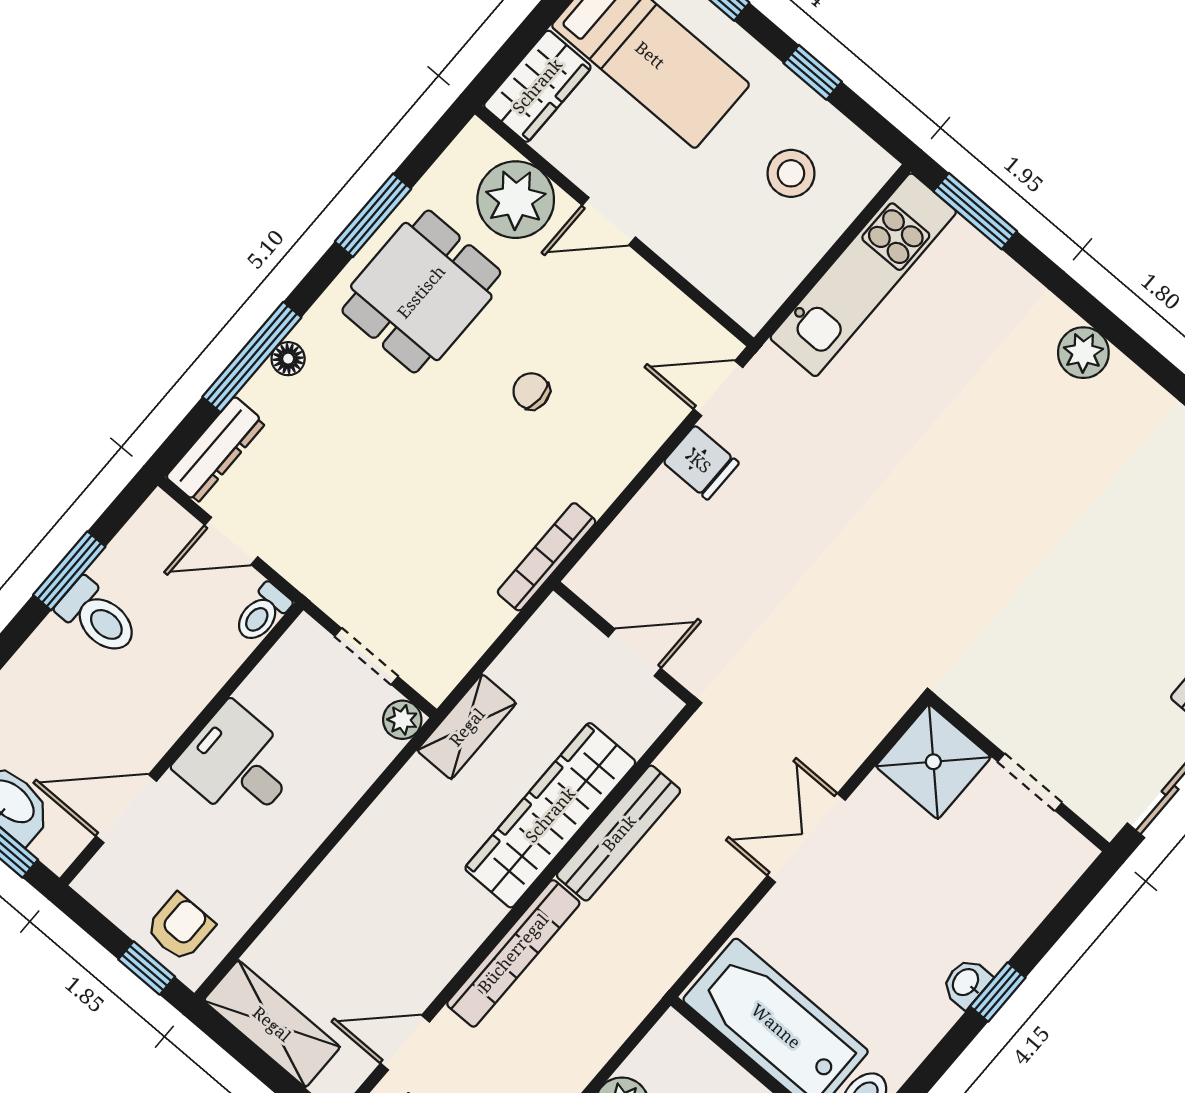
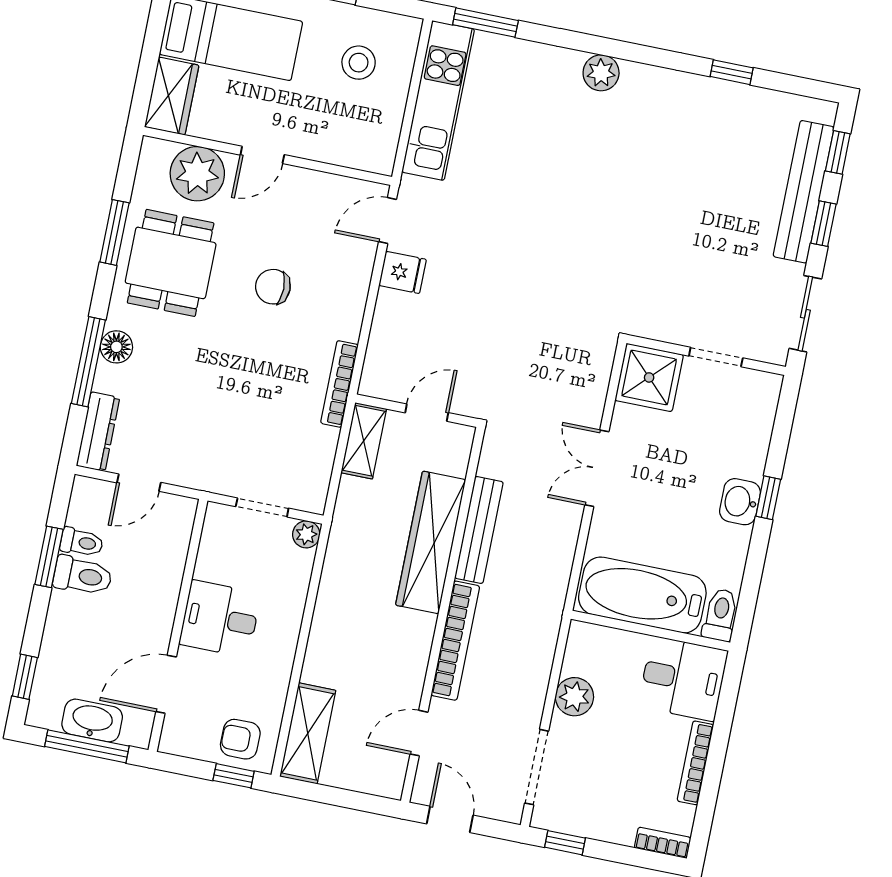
floor lamp: (288, 359) -> (116, 347), width x1.37, depth x1.37
chair: (531, 391) -> (273, 287), width x1.37, depth x1.37
toilet: (262, 613) -> (82, 542), moved, turned -90
shelving: (467, 727) -> (364, 441), moved
armchair: (180, 927) -> (240, 739), turned -90
washbasin: (966, 983) -> (740, 502), width x1.38, depth x1.45
shelving: (272, 1024) -> (308, 733), moved, turned 90

